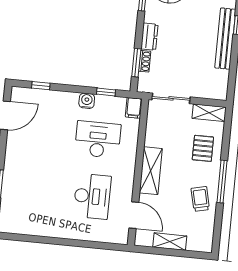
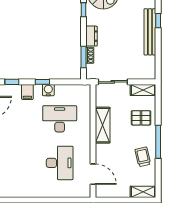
window: (106, 92) -> (42, 82), moved
filing cabinet: (134, 108) -> (27, 92), moved
pallet: (203, 148) -> (141, 118), turned 90
shelving: (151, 171) -> (103, 125), moved
shelving: (170, 242) -> (143, 192), moved

